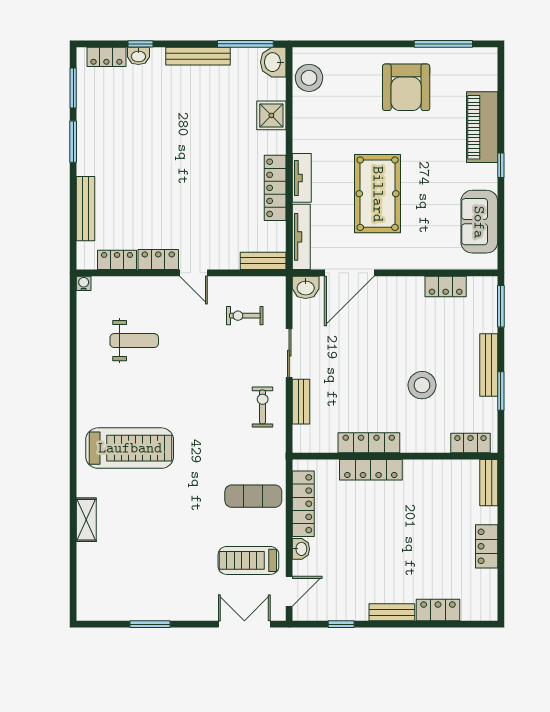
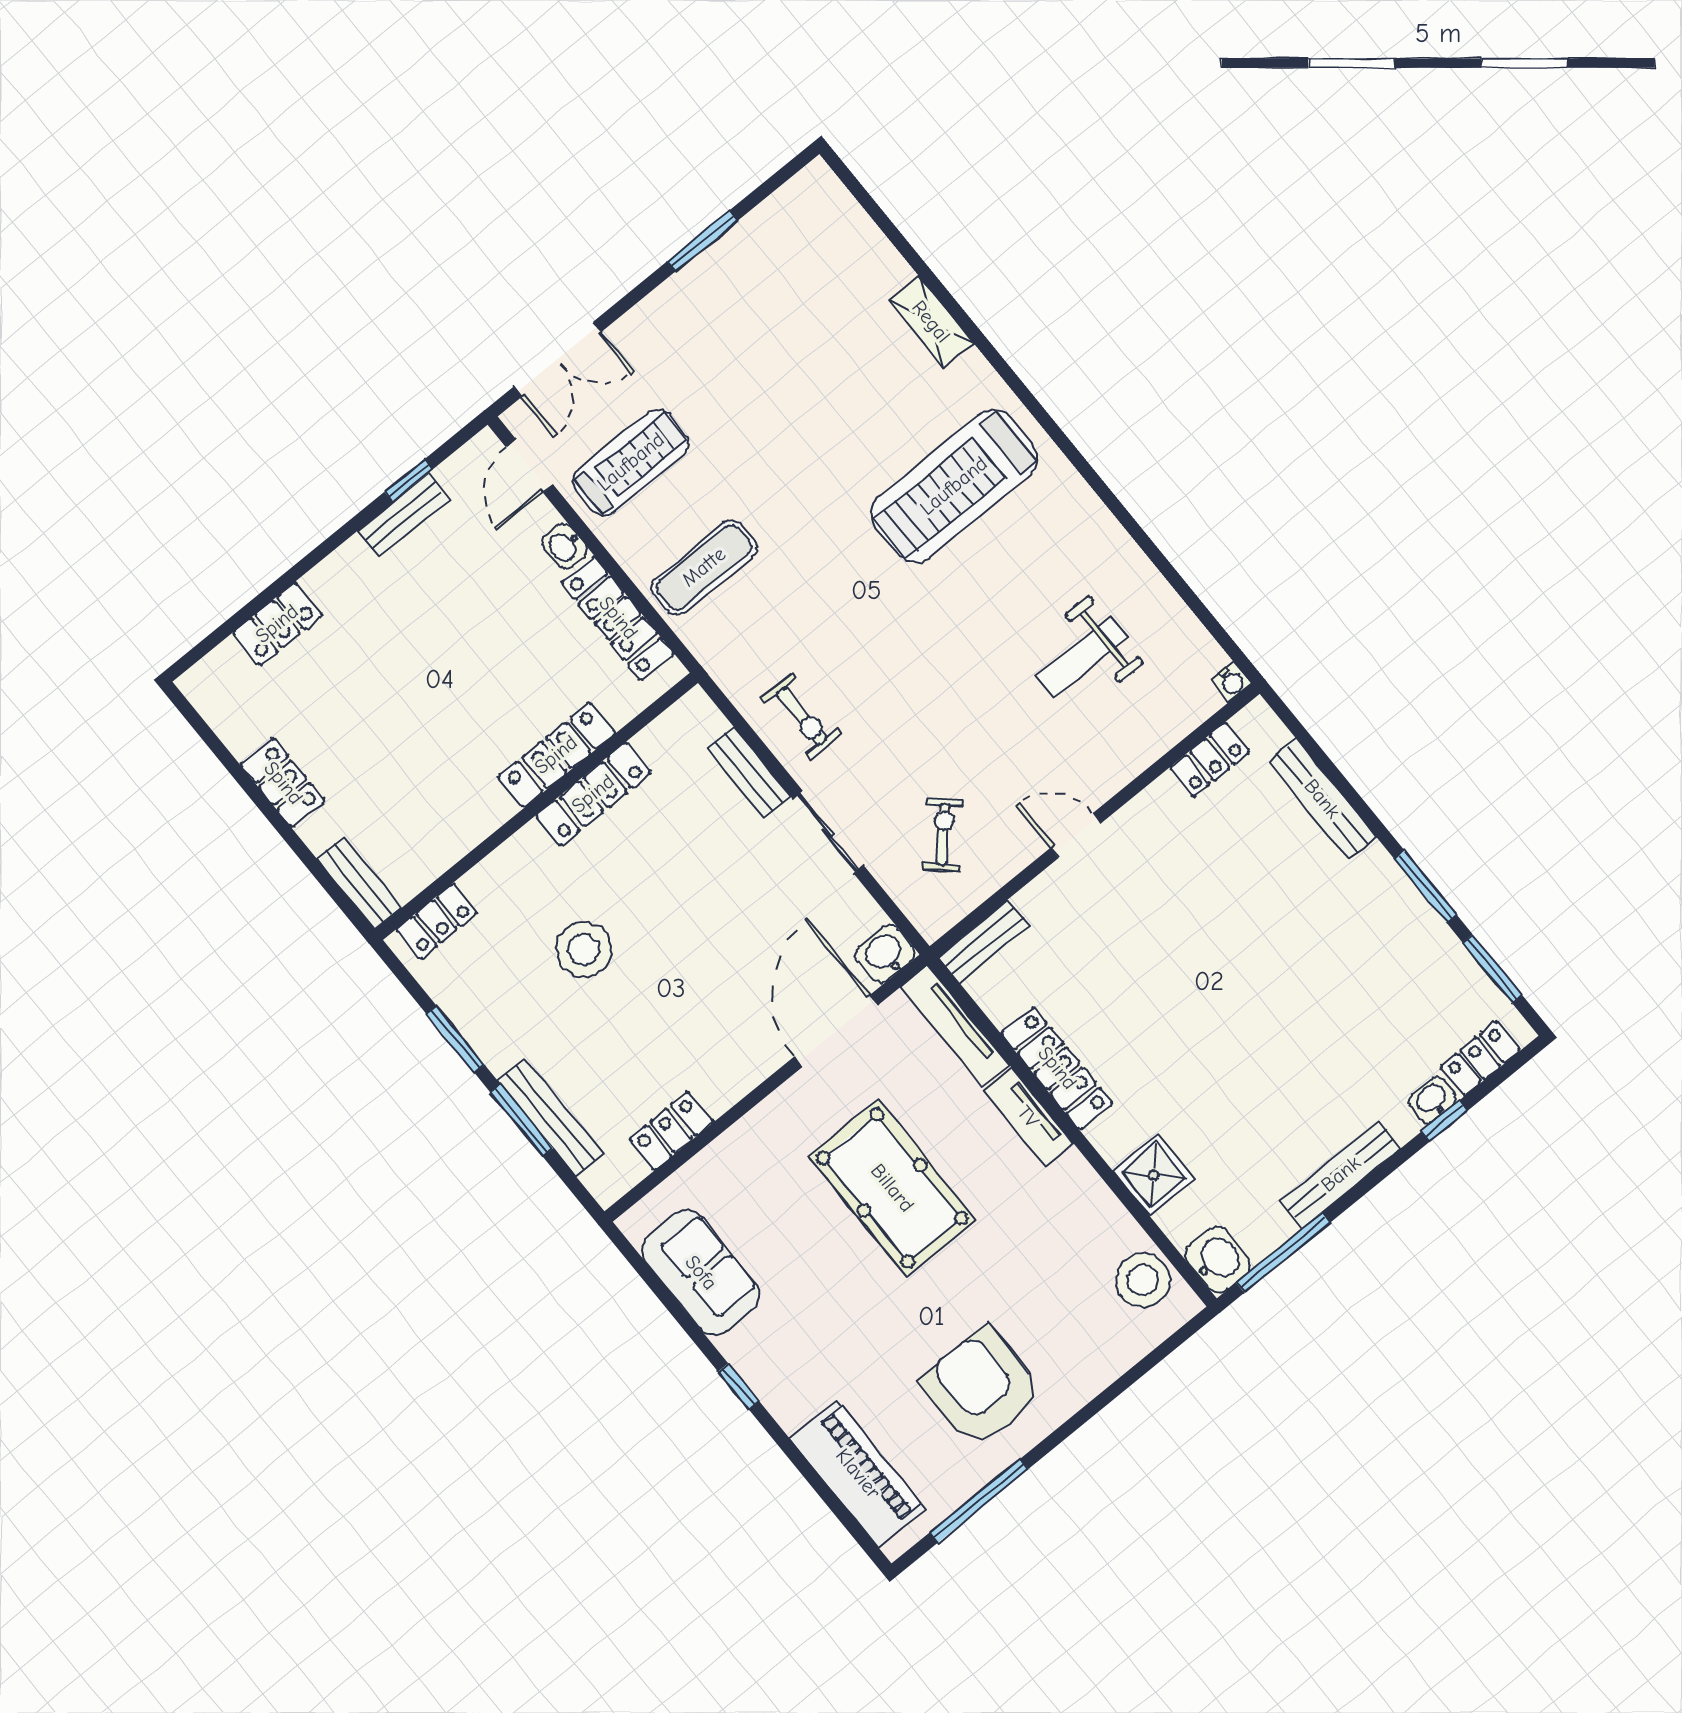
piano: (482, 127) -> (858, 1474), moved
locker: (158, 259) -> (1147, 812), removed
window: (501, 306) -> (522, 1120), moved
exercise bike: (245, 316) -> (943, 834), turned -47
bench: (489, 365) -> (550, 1118), moved
bench: (392, 612) -> (404, 515), moved

